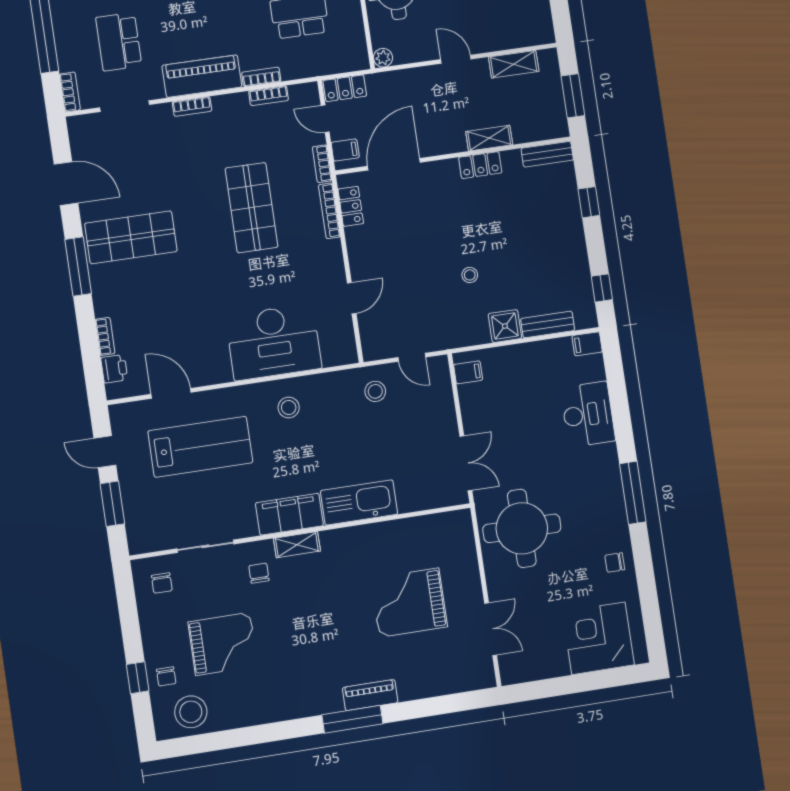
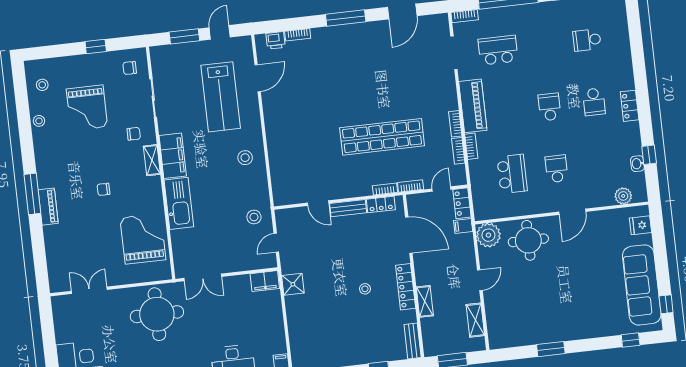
plant: (383, 58) -> (488, 235), width x1.88, depth x1.88
bookcase: (192, 106) -> (455, 124), moved
filing cabinet: (345, 150) -> (463, 226), moved, turned 90
locker: (480, 165) -> (406, 287), width x1.53
shop shelf: (252, 208) -> (382, 137), width x1.40
bookcase: (329, 211) -> (385, 189), width x0.64
shop shelf: (131, 237) -> (364, 54), removed
stool: (470, 275) -> (365, 289), moved
bench: (548, 325) -> (348, 208), moved, turned 90
shower: (505, 326) -> (293, 284), moved
desk: (274, 342) -> (290, 149), removed
filing cabinet: (468, 372) -> (265, 281), width x2.00
grand piano: (409, 603) -> (143, 239), moved
double door: (491, 629) -> (89, 290), swing flipped
chair: (166, 676) -> (103, 189), moved
window: (138, 678) -> (96, 46), moved
stool: (191, 712) -> (42, 85), width x0.53, depth x0.53
stool: (244, 714) -> (39, 121), added

